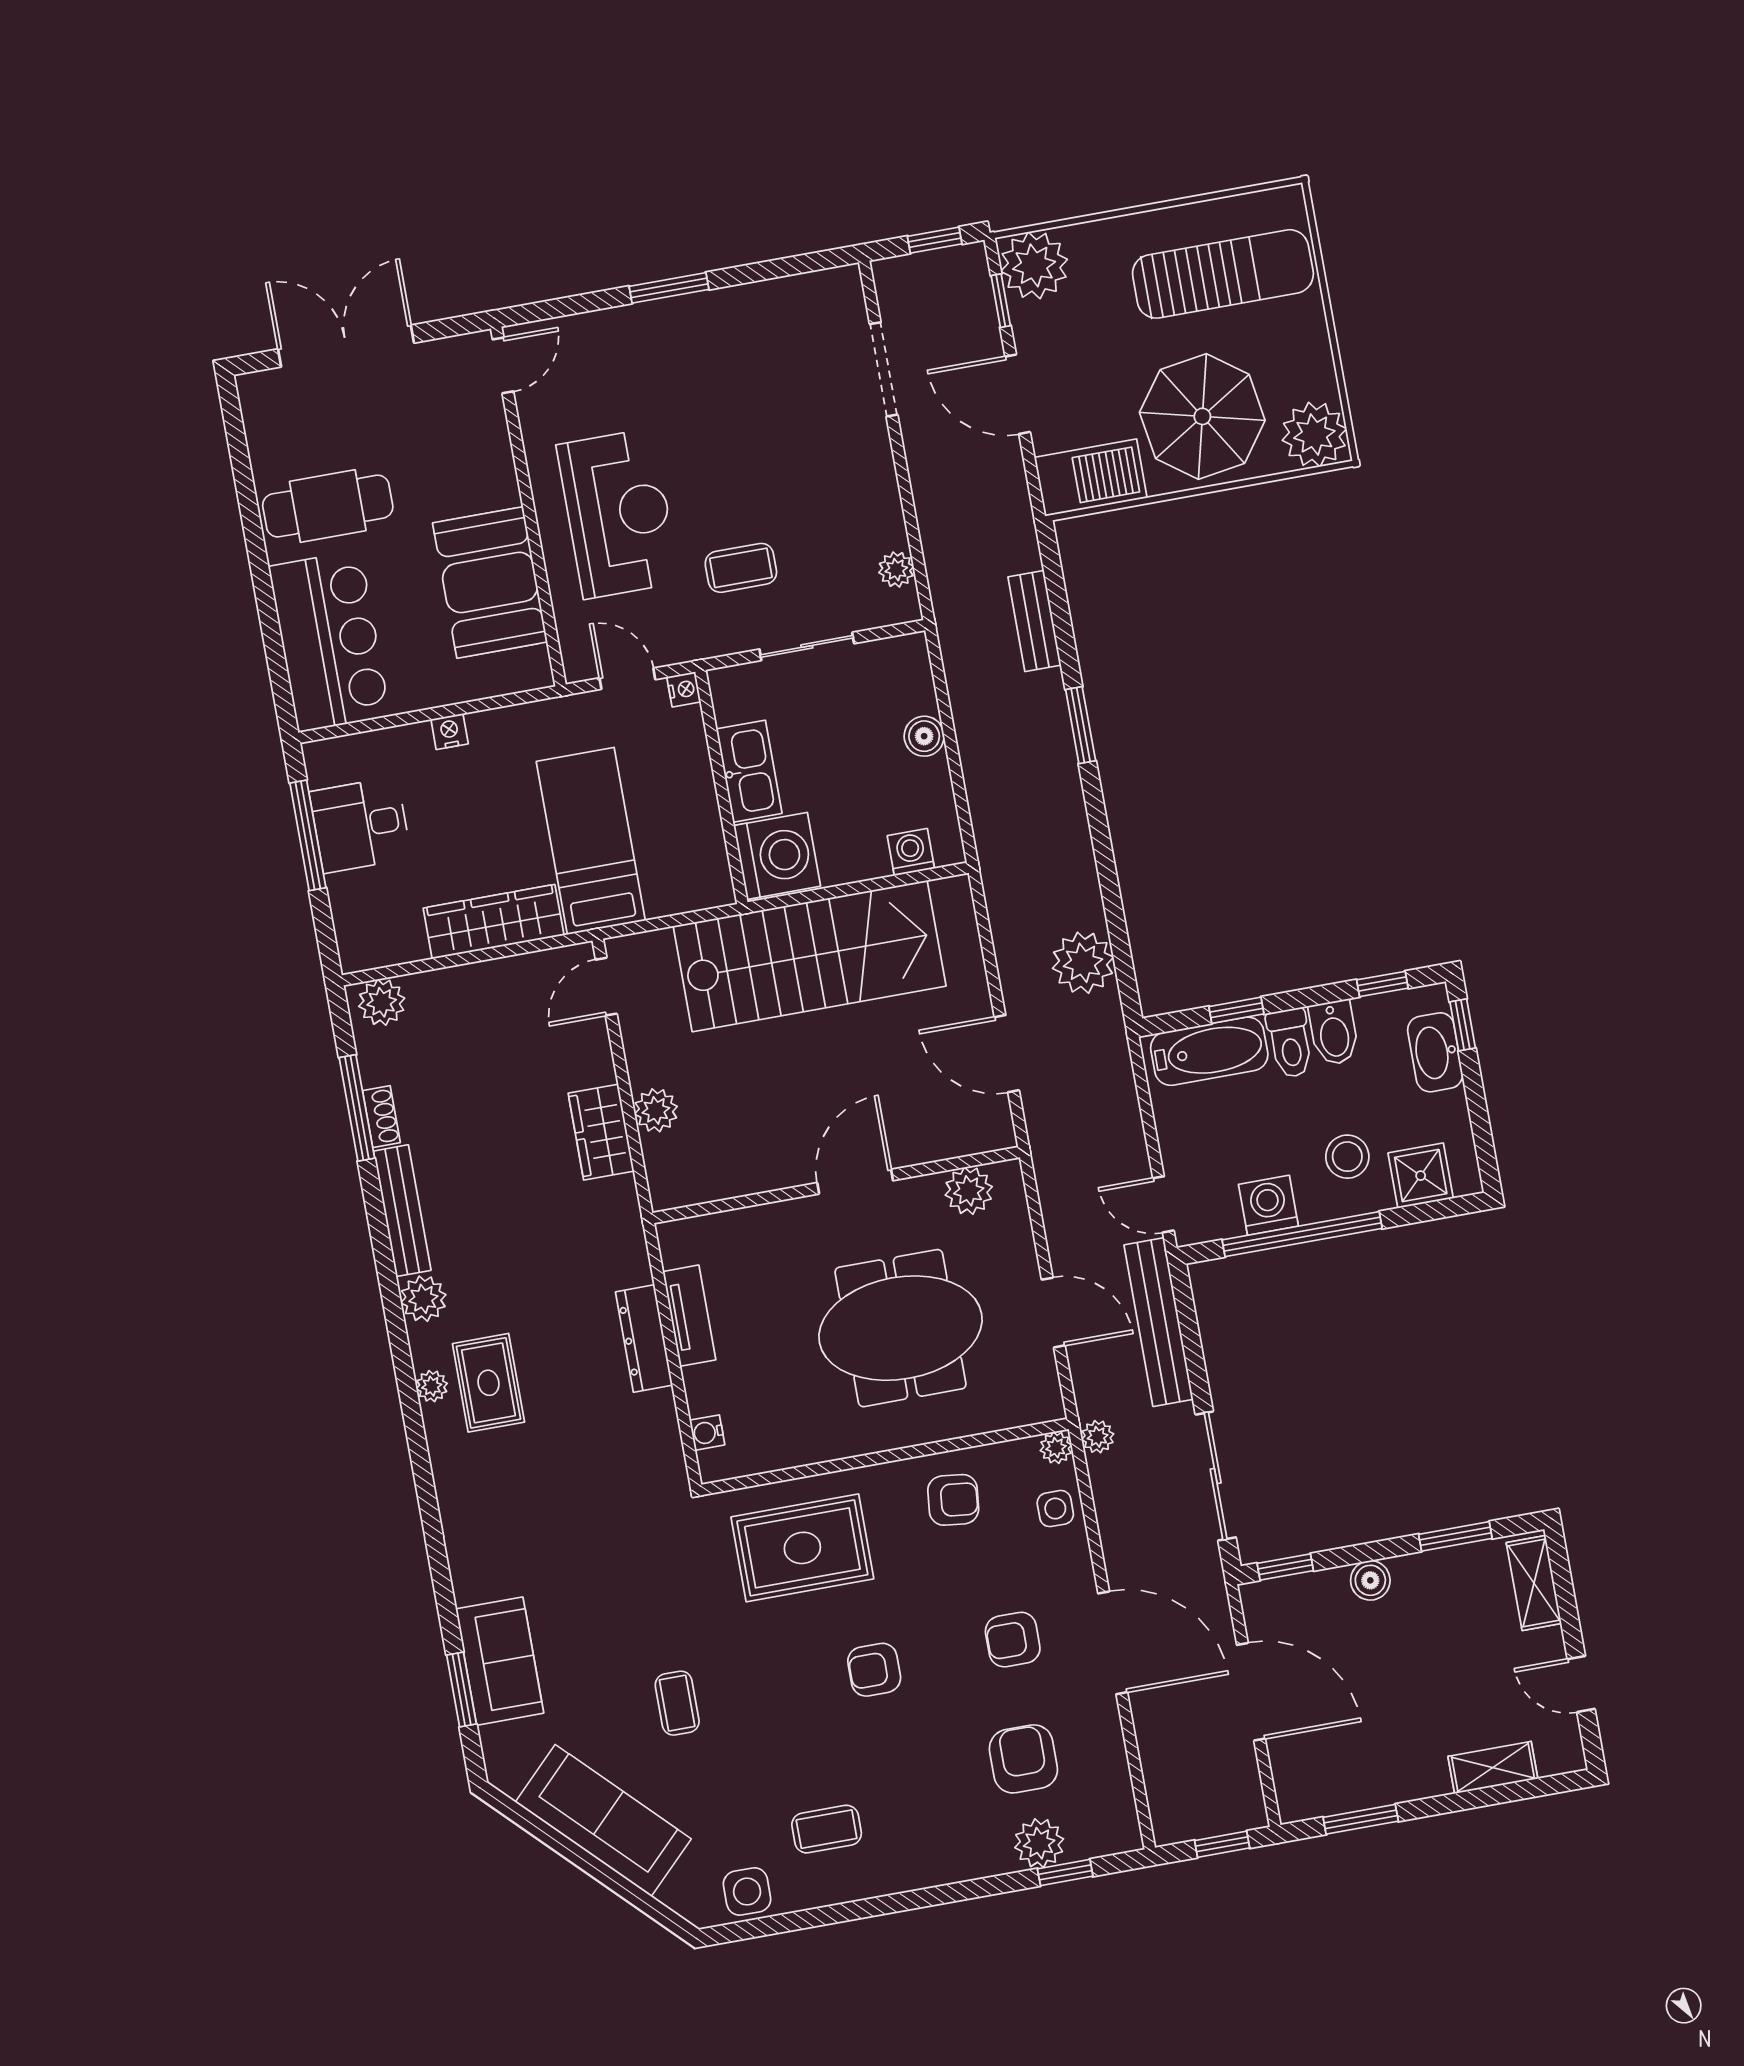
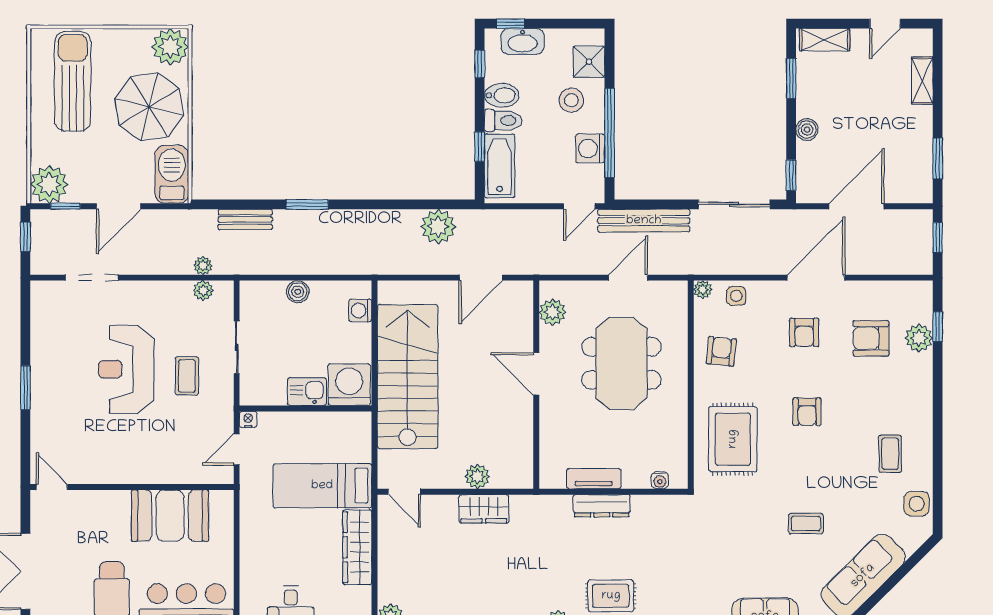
reception desk: (618, 514) -> (126, 369), moved, turned -90
nightstand: (450, 731) -> (248, 553), removed
kitchen sink: (749, 771) -> (307, 392), width x0.73
plant: (1098, 1437) -> (203, 266), moved

